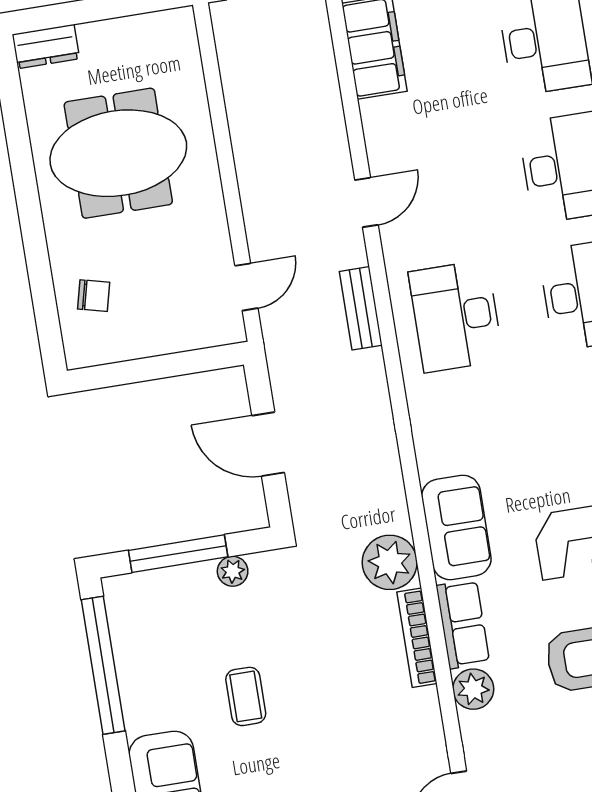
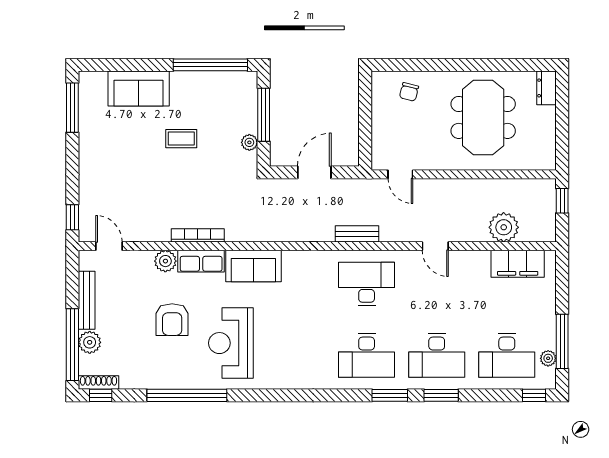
bench: (361, 308) -> (357, 234), moved
plant: (390, 562) -> (504, 227), moved

